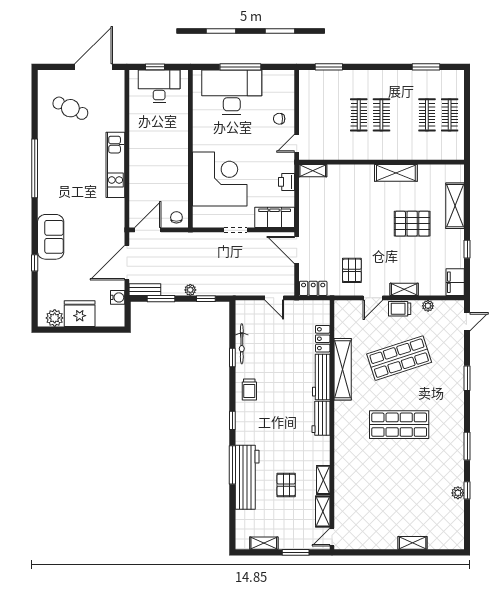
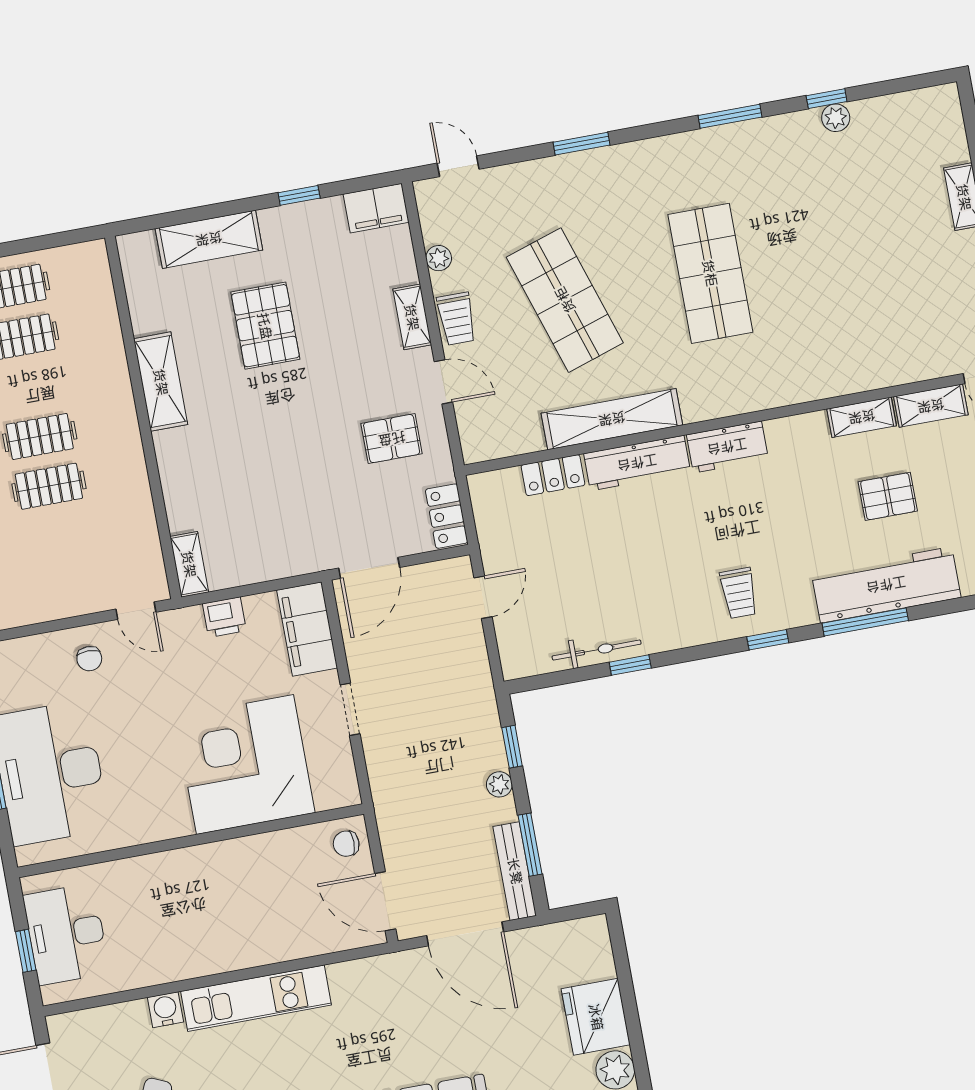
bench: (145, 290) -> (515, 871), width x1.36
water cooler: (118, 297) -> (165, 1010), moved
trolley: (249, 389) -> (739, 593), moved, turned 90

